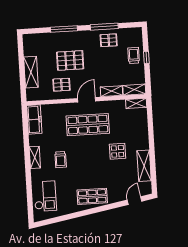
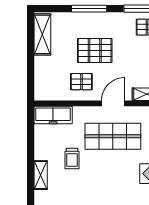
shelving: (31, 72) -> (42, 34), moved
freezer: (34, 119) -> (53, 115), moved, turned 90
trolley: (61, 160) -> (72, 159), moved

